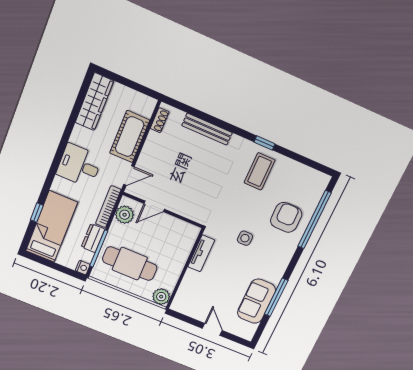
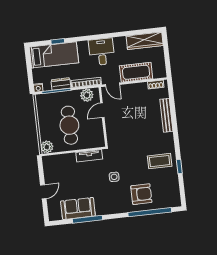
window: (265, 143) -> (179, 166), moved
door: (154, 206) -> (102, 110), hinge flipped
cafe table: (130, 264) -> (69, 125), moved

